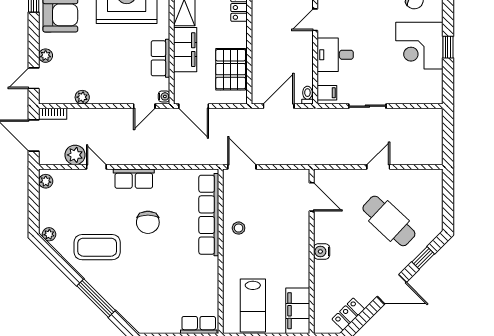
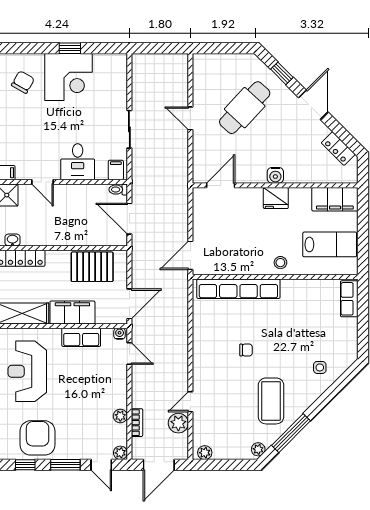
window: (34, 43) -> (65, 465), added
plant: (46, 56) -> (120, 453), moved
bookcase: (53, 114) -> (137, 423), moved
row of seats: (134, 179) -> (202, 364), removed
chair: (148, 222) -> (246, 350), width x0.54, depth x0.54
stool: (239, 228) -> (280, 263), moved
fridge: (299, 252) -> (276, 198), added
side table: (130, 296) -> (320, 367), added
window: (96, 298) -> (291, 433), moved

